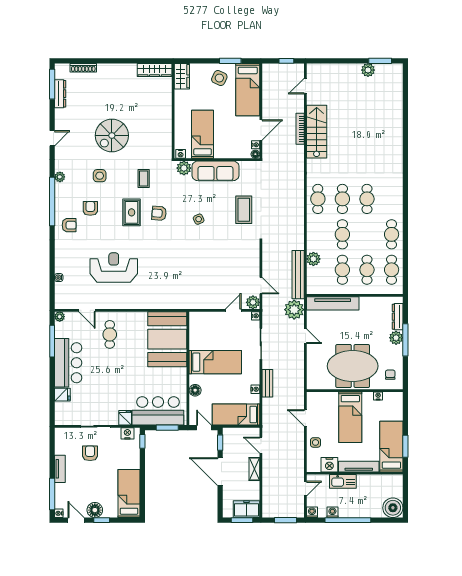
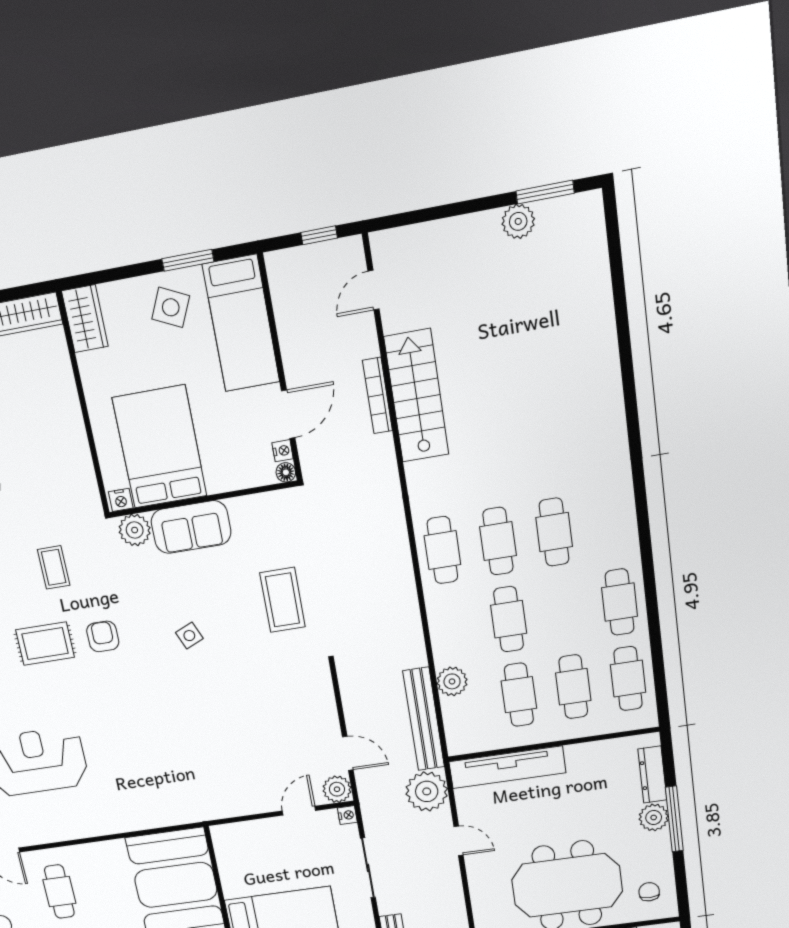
bed: (203, 134) -> (160, 447), width x1.50
sofa: (215, 171) -> (191, 527), width x0.73
rug: (132, 212) -> (45, 644), turned 90
armchair: (159, 213) -> (103, 636), turned 85

